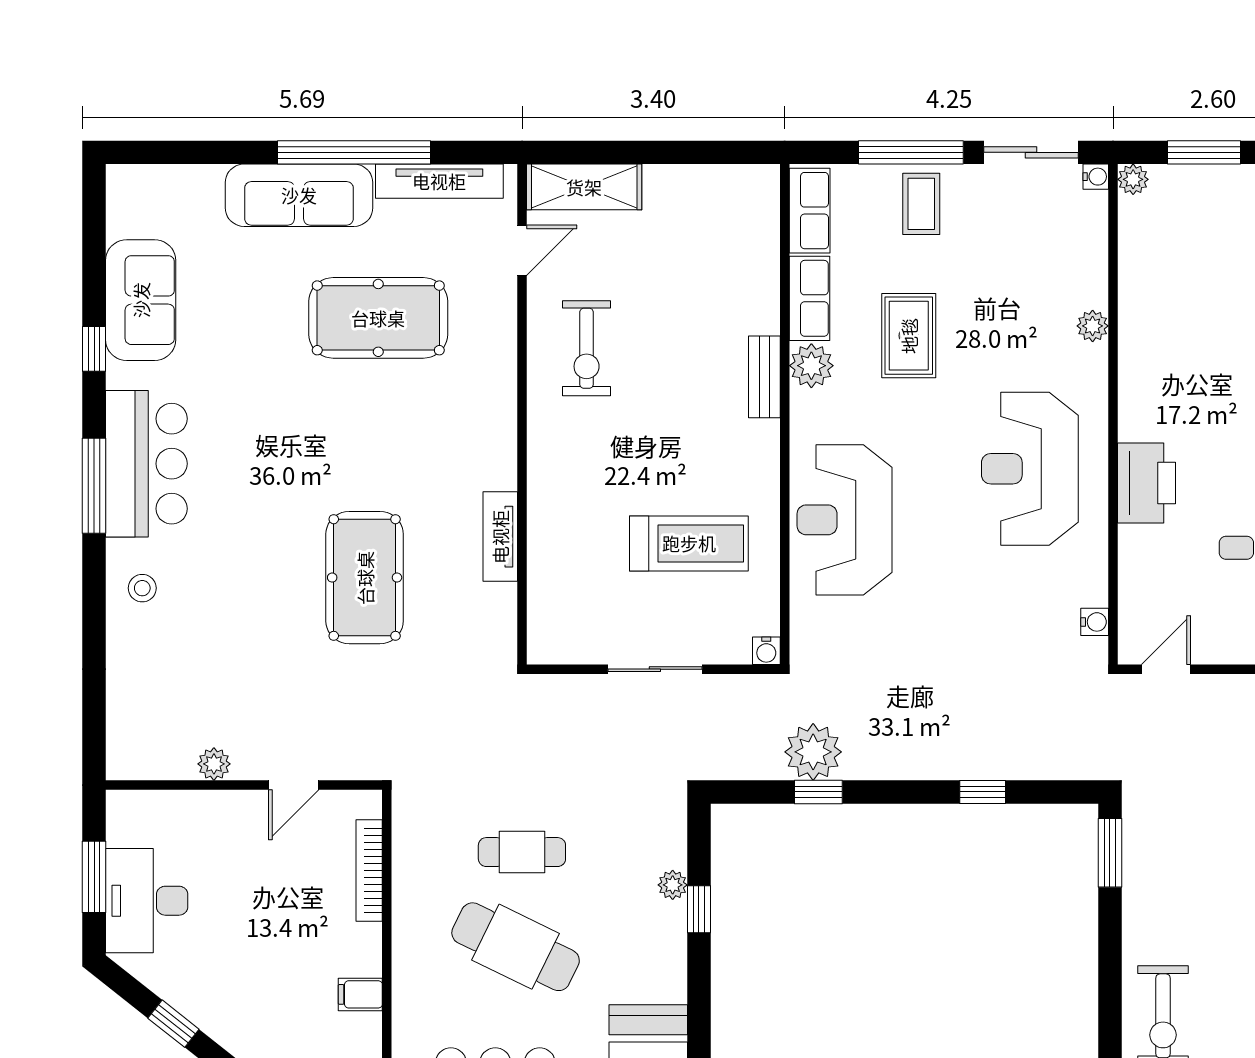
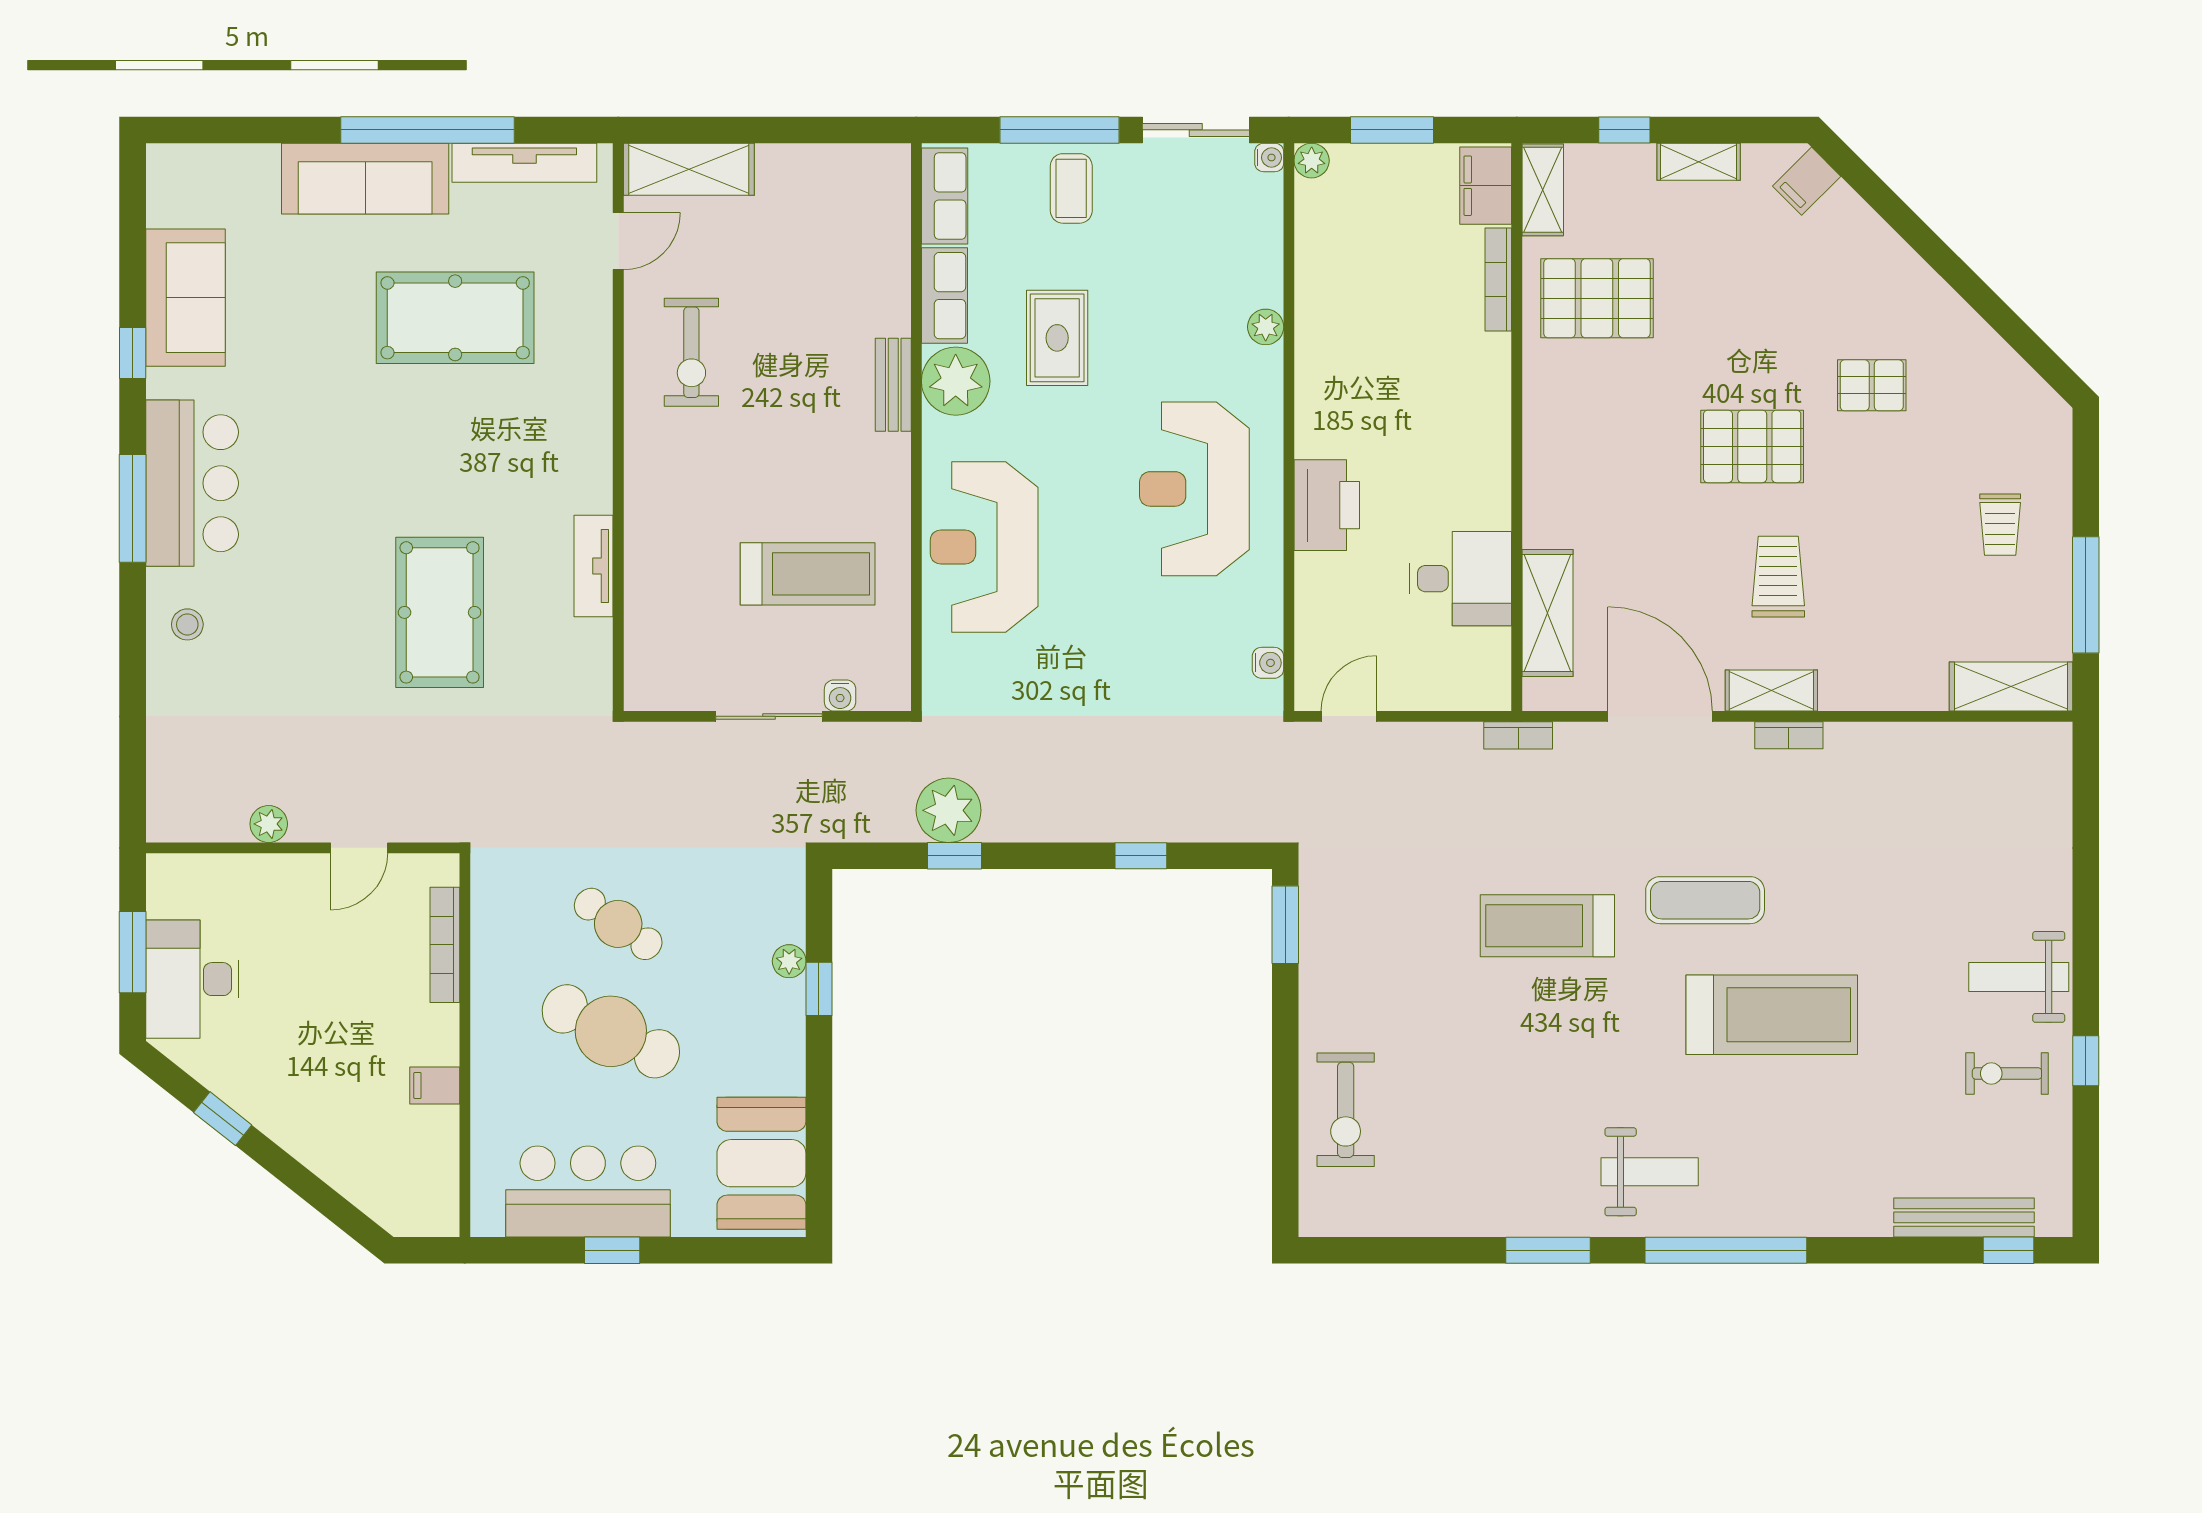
plant: (811, 366) -> (956, 381), width x1.36, depth x1.36
water cooler: (766, 651) -> (840, 696), moved
cafe table: (522, 852) -> (618, 924), turned 35

